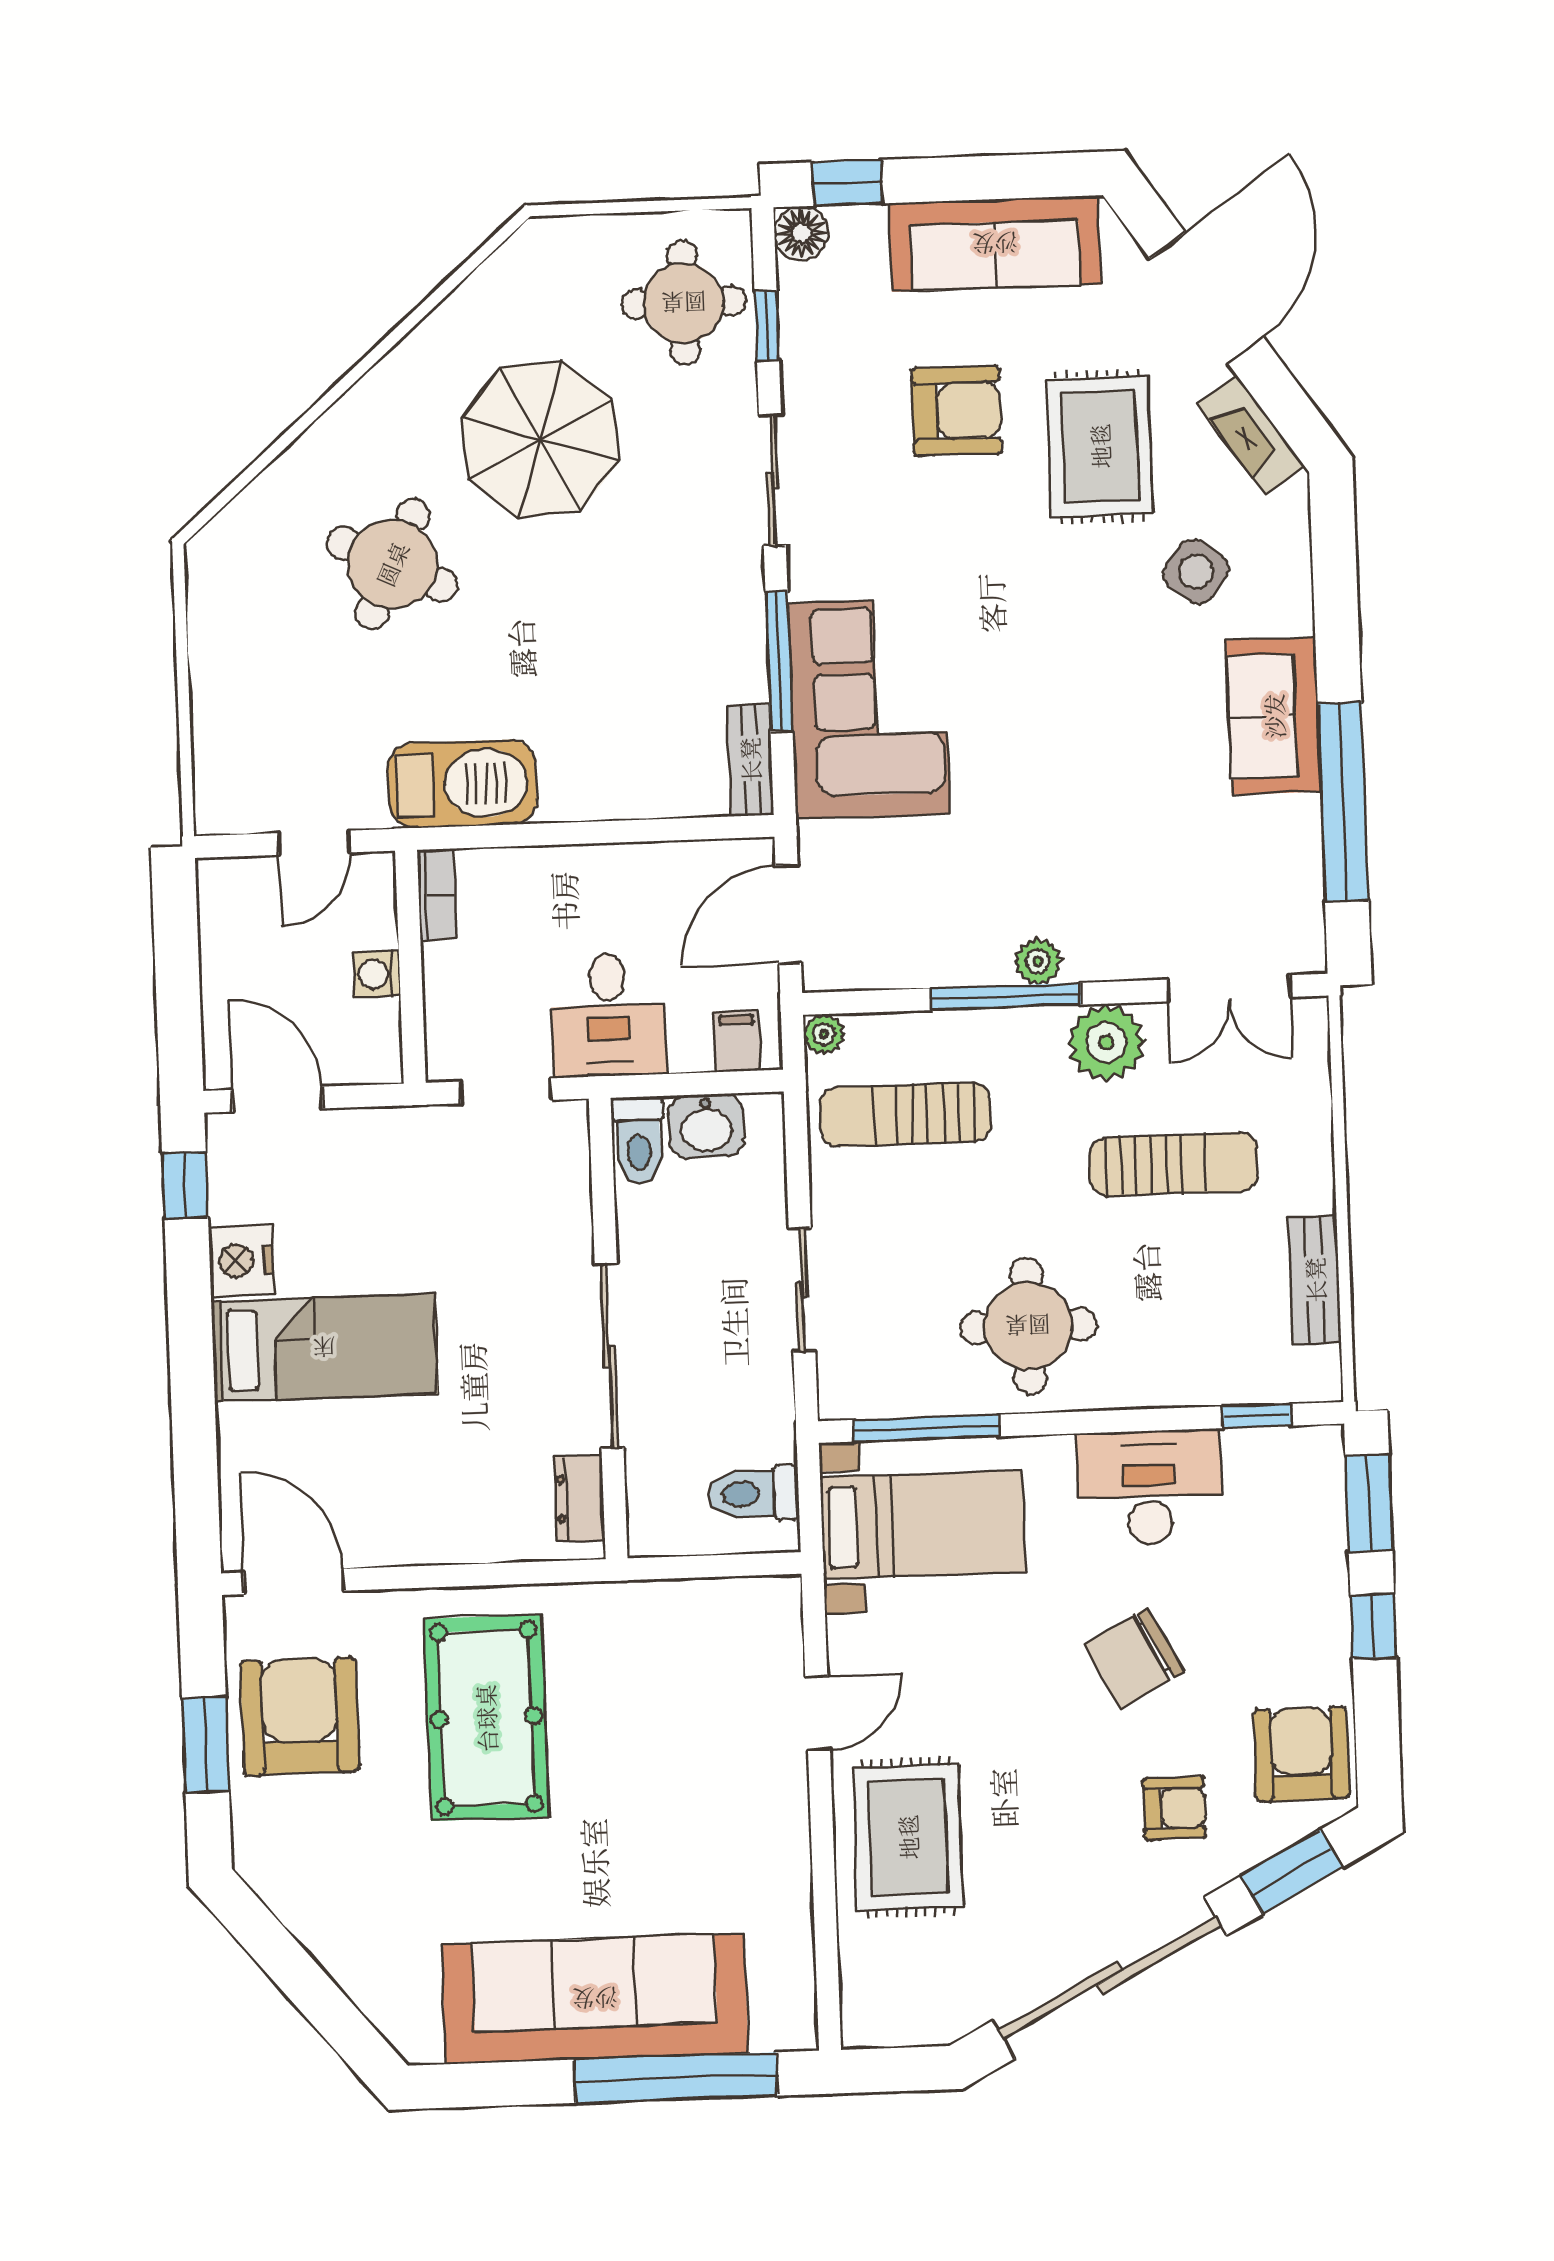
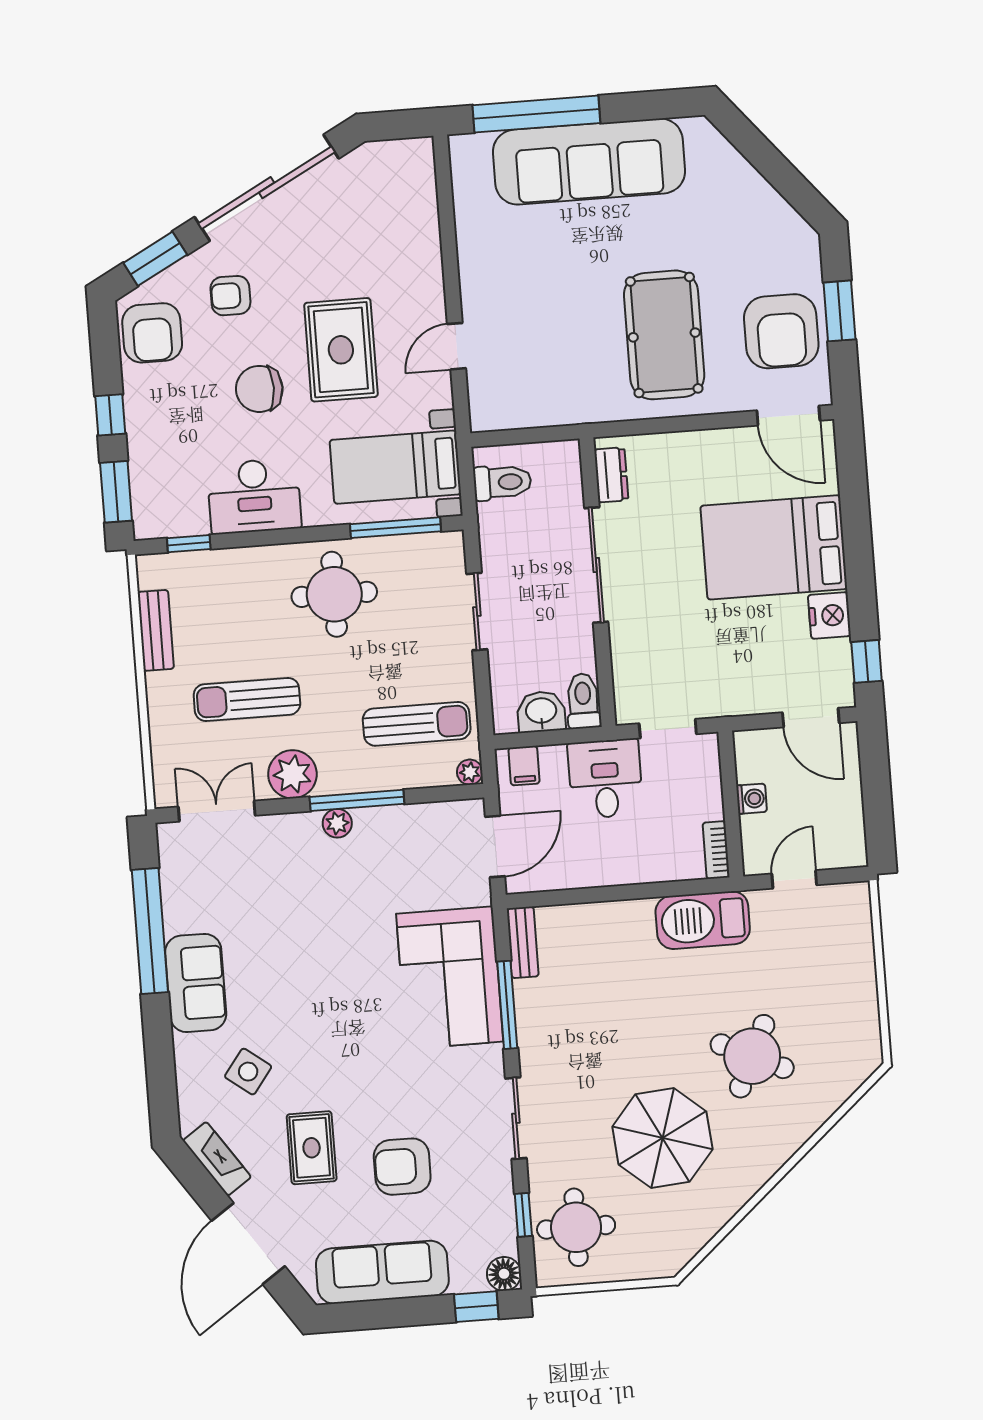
rug: (1100, 446) -> (312, 1148), width x0.73, depth x0.70
bed: (324, 1348) -> (774, 547), width x1.50
chair: (1134, 1658) -> (259, 389), turned -152
rug: (908, 1837) -> (341, 350), moved

